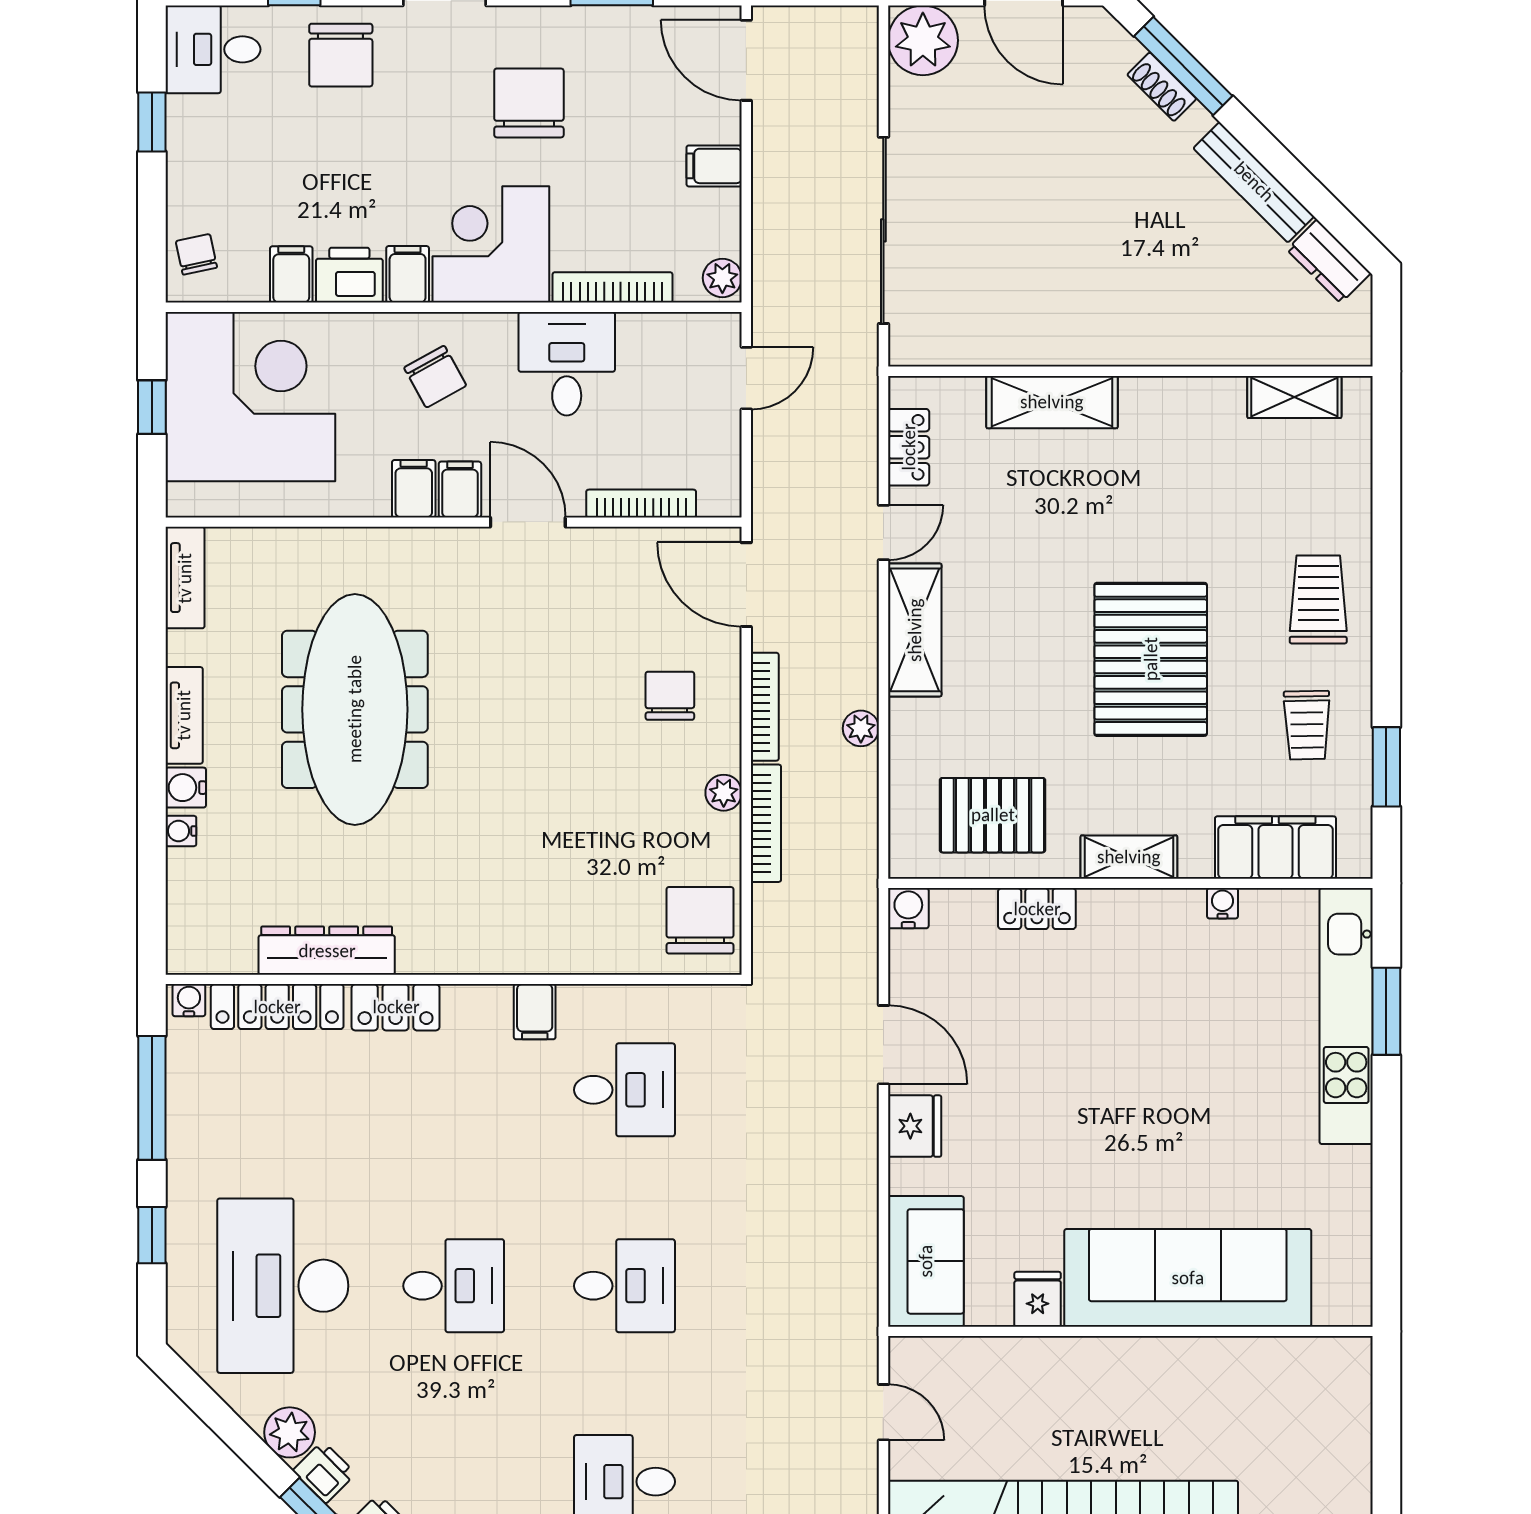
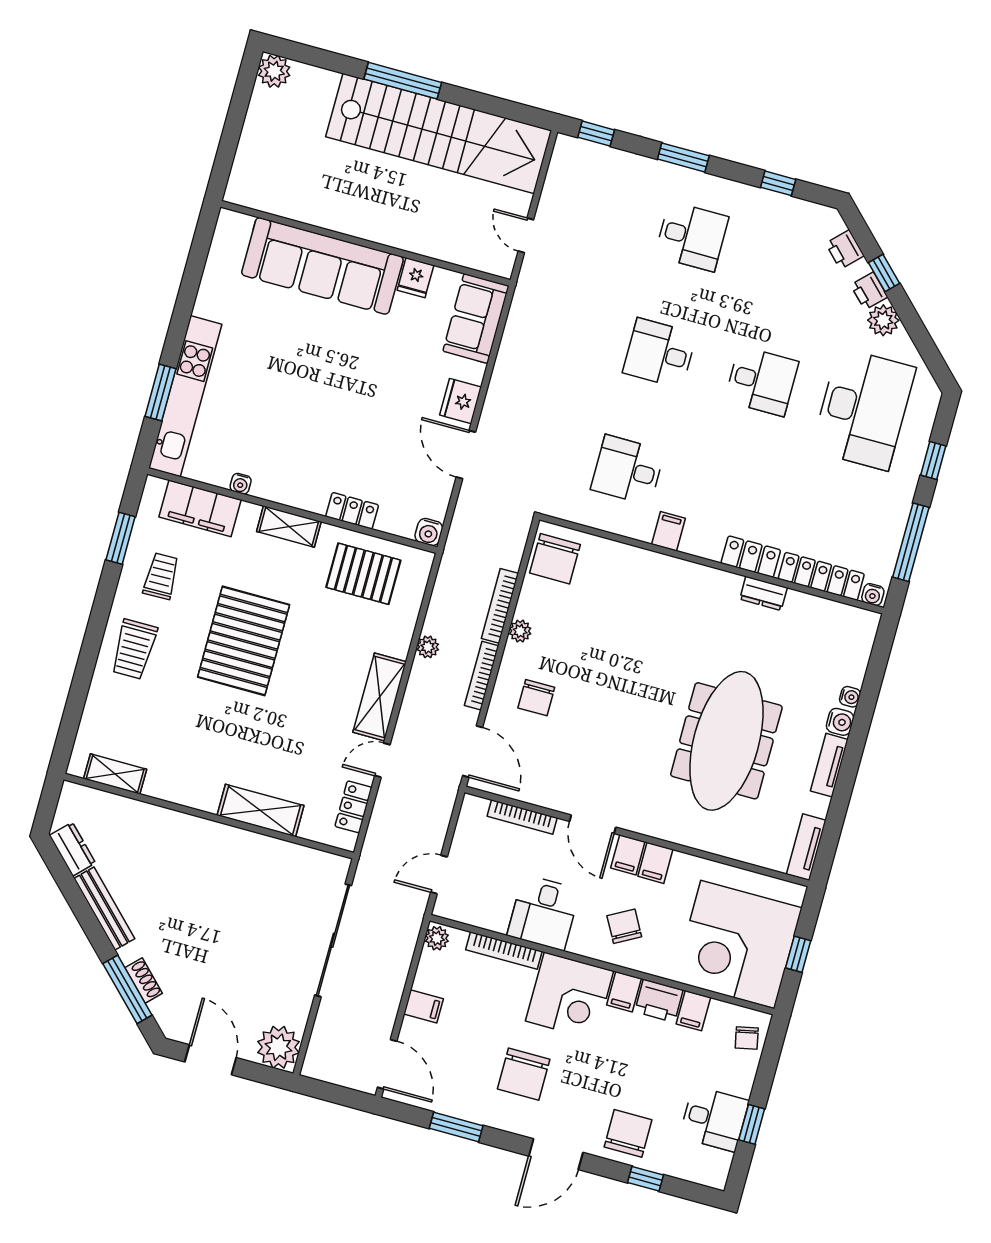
desk: (213, 49) -> (714, 1119), moved
dresser: (327, 951) -> (763, 593), width x0.51, depth x0.80
desk: (454, 1286) -> (762, 381), turned 180

